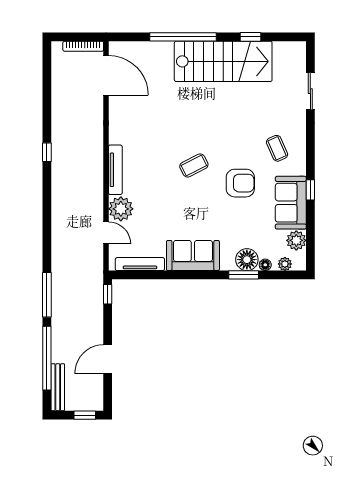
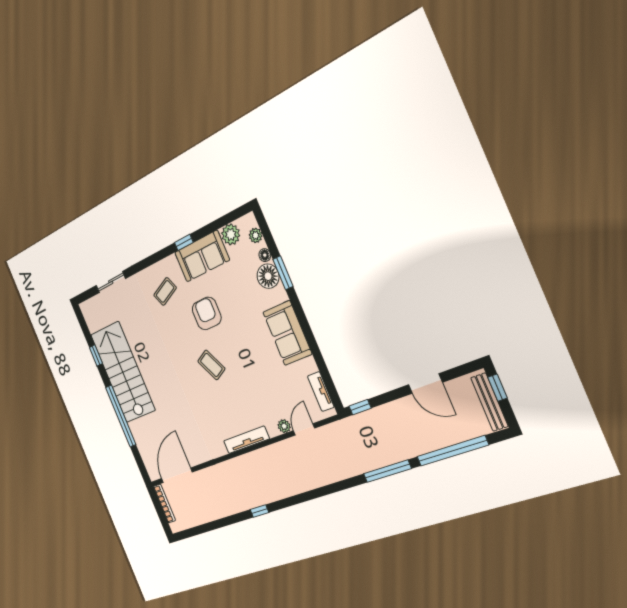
plant: (121, 209) -> (284, 426), width x0.53, depth x0.53
tv unit: (140, 264) -> (321, 392), width x0.71
bench: (58, 387) -> (489, 402), moved, turned 90

